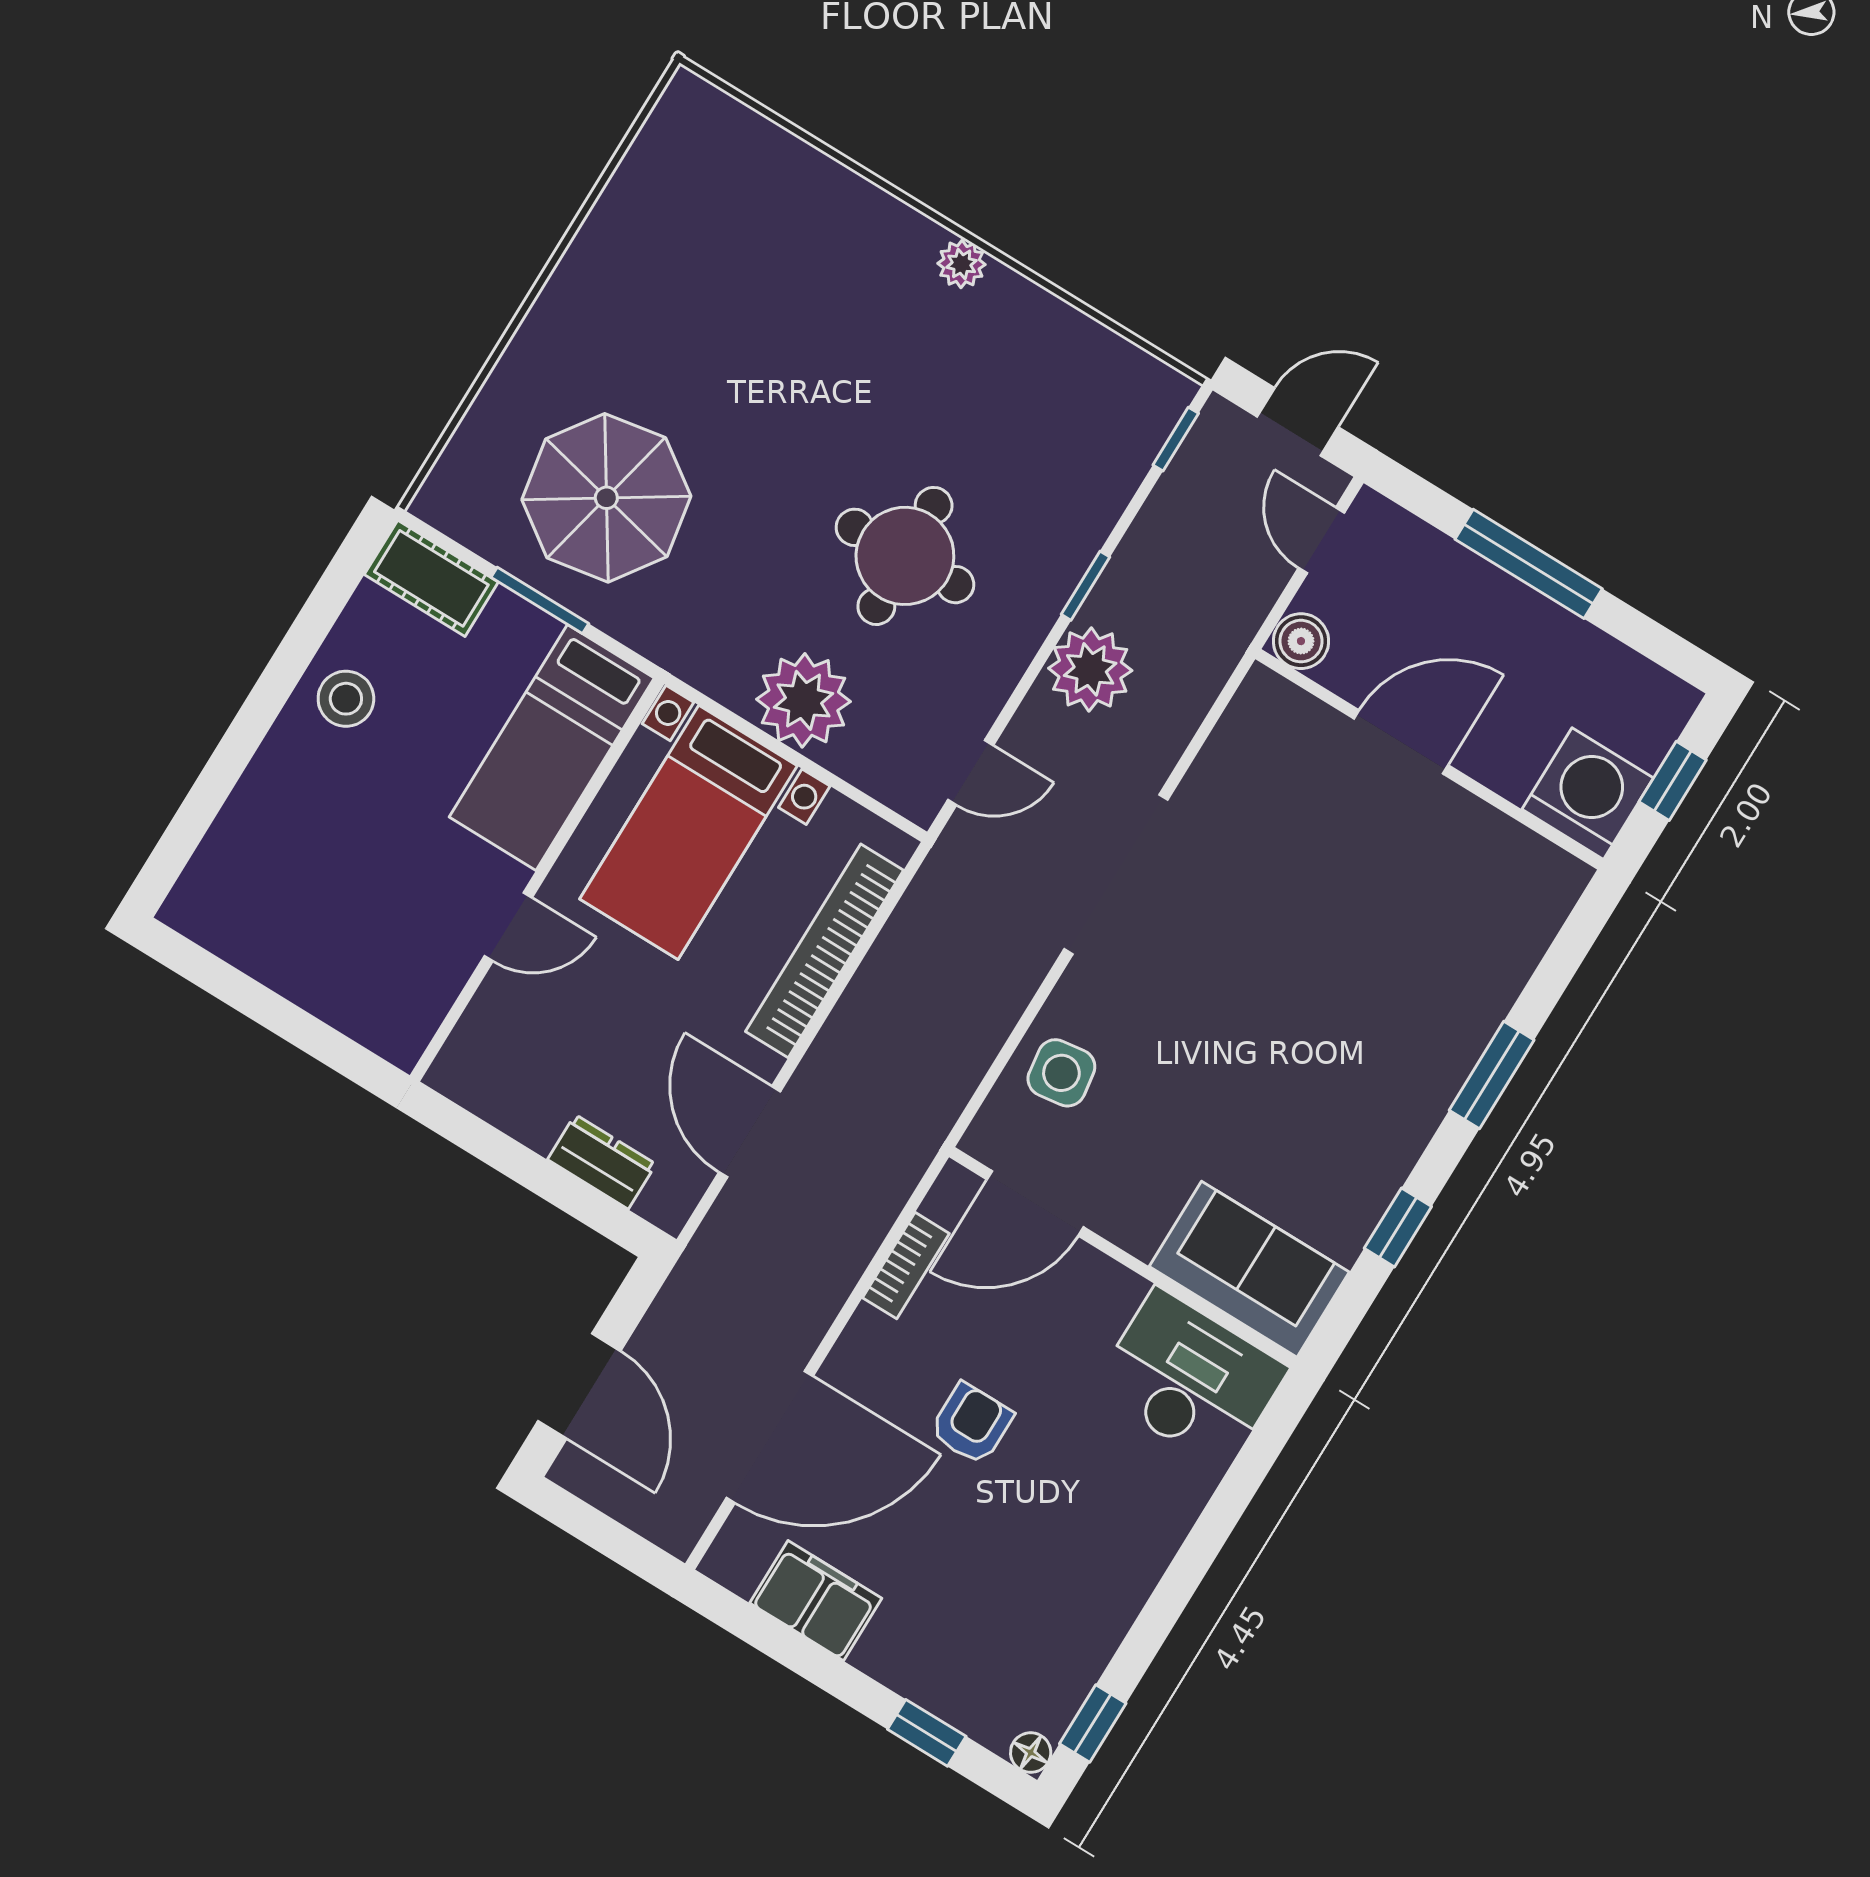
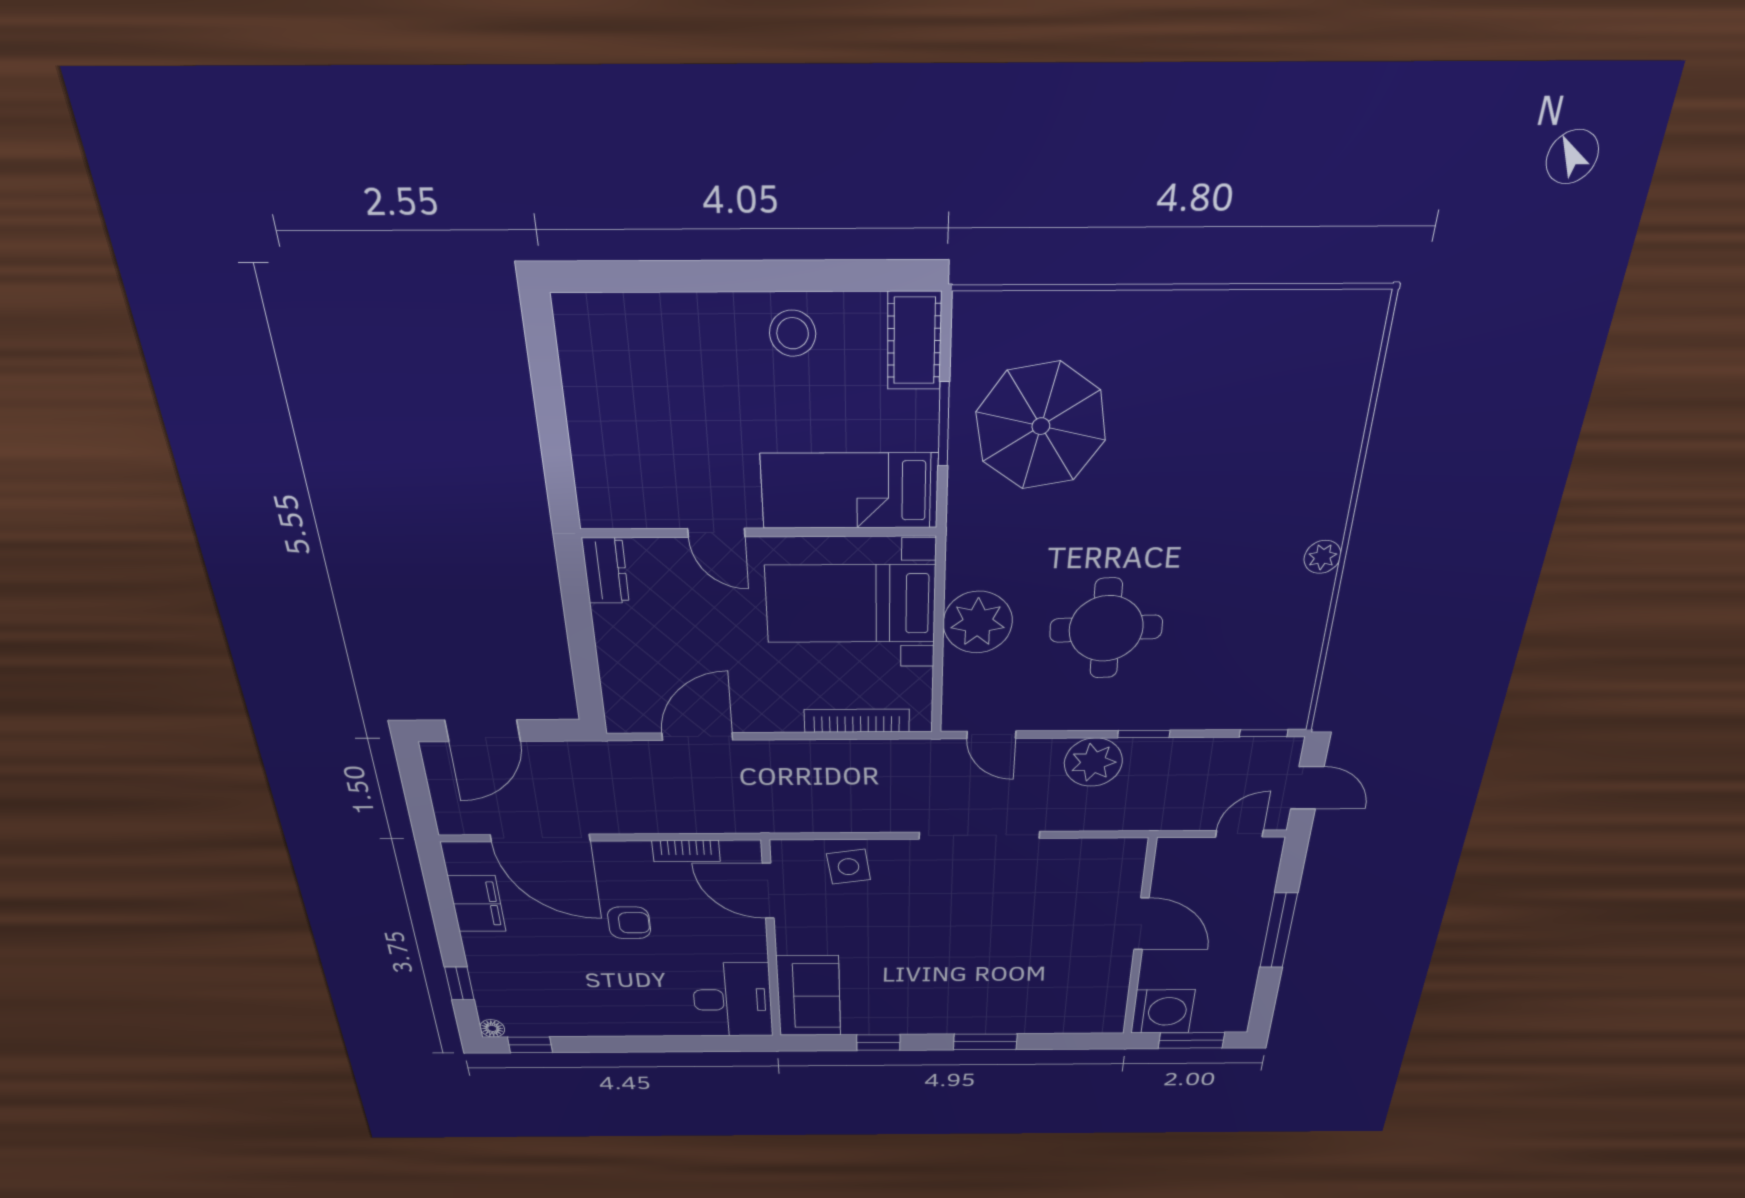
boiler: (1301, 641) -> (1173, 853), removed
window: (1673, 781) -> (1191, 1040), width x1.50
bookcase: (824, 951) -> (857, 721), width x0.68, depth x0.76
dresser: (602, 1162) -> (605, 571), moved

